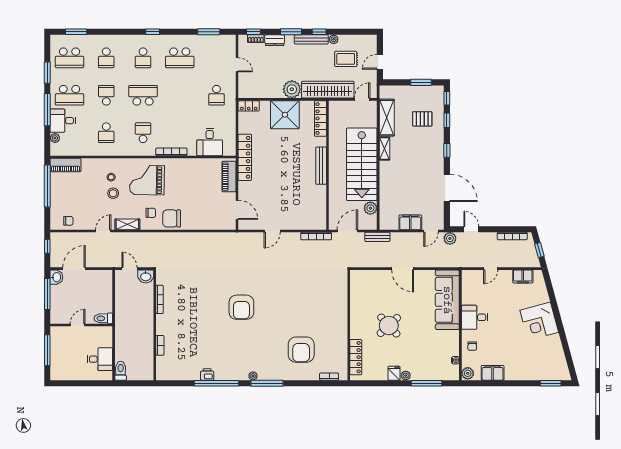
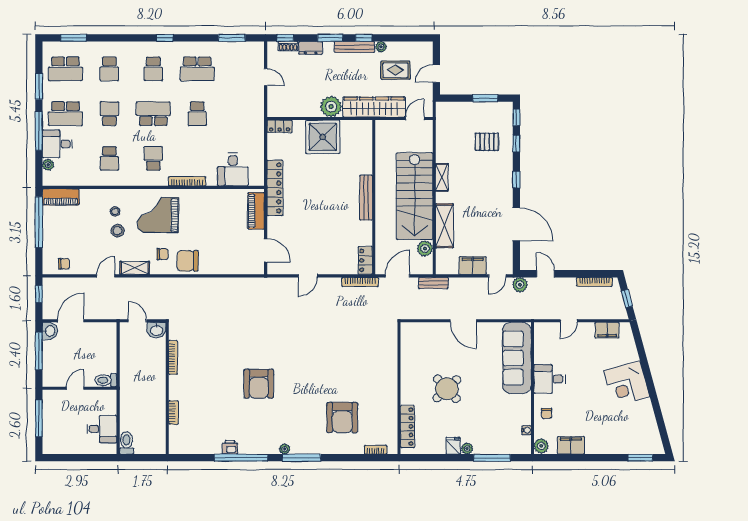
school desk: (216, 95) -> (197, 114), moved
locker: (320, 118) -> (365, 260), moved, width x0.66
shelving: (387, 118) -> (444, 226), moved
armchair: (241, 307) -> (259, 384), moved

